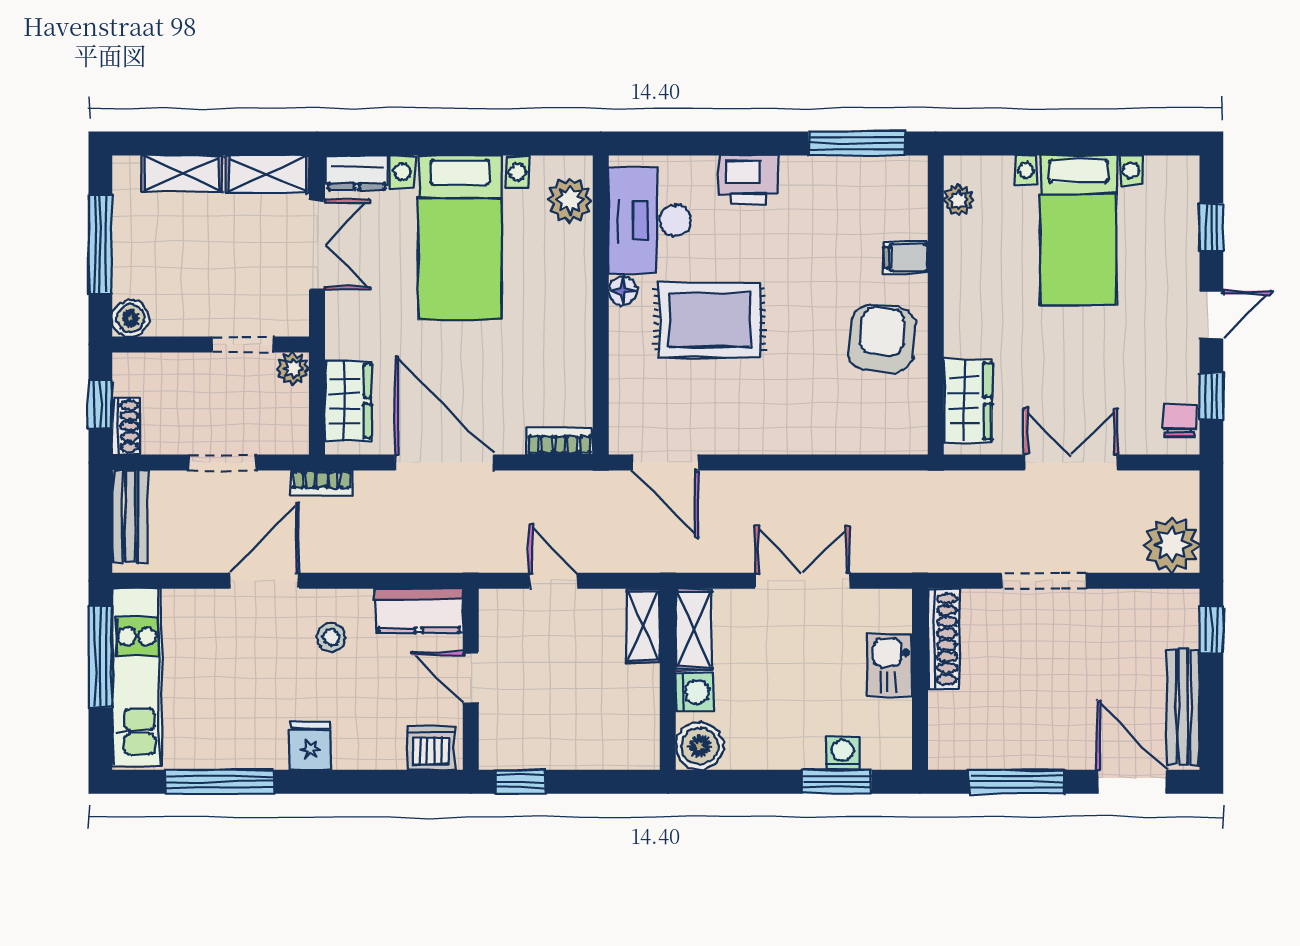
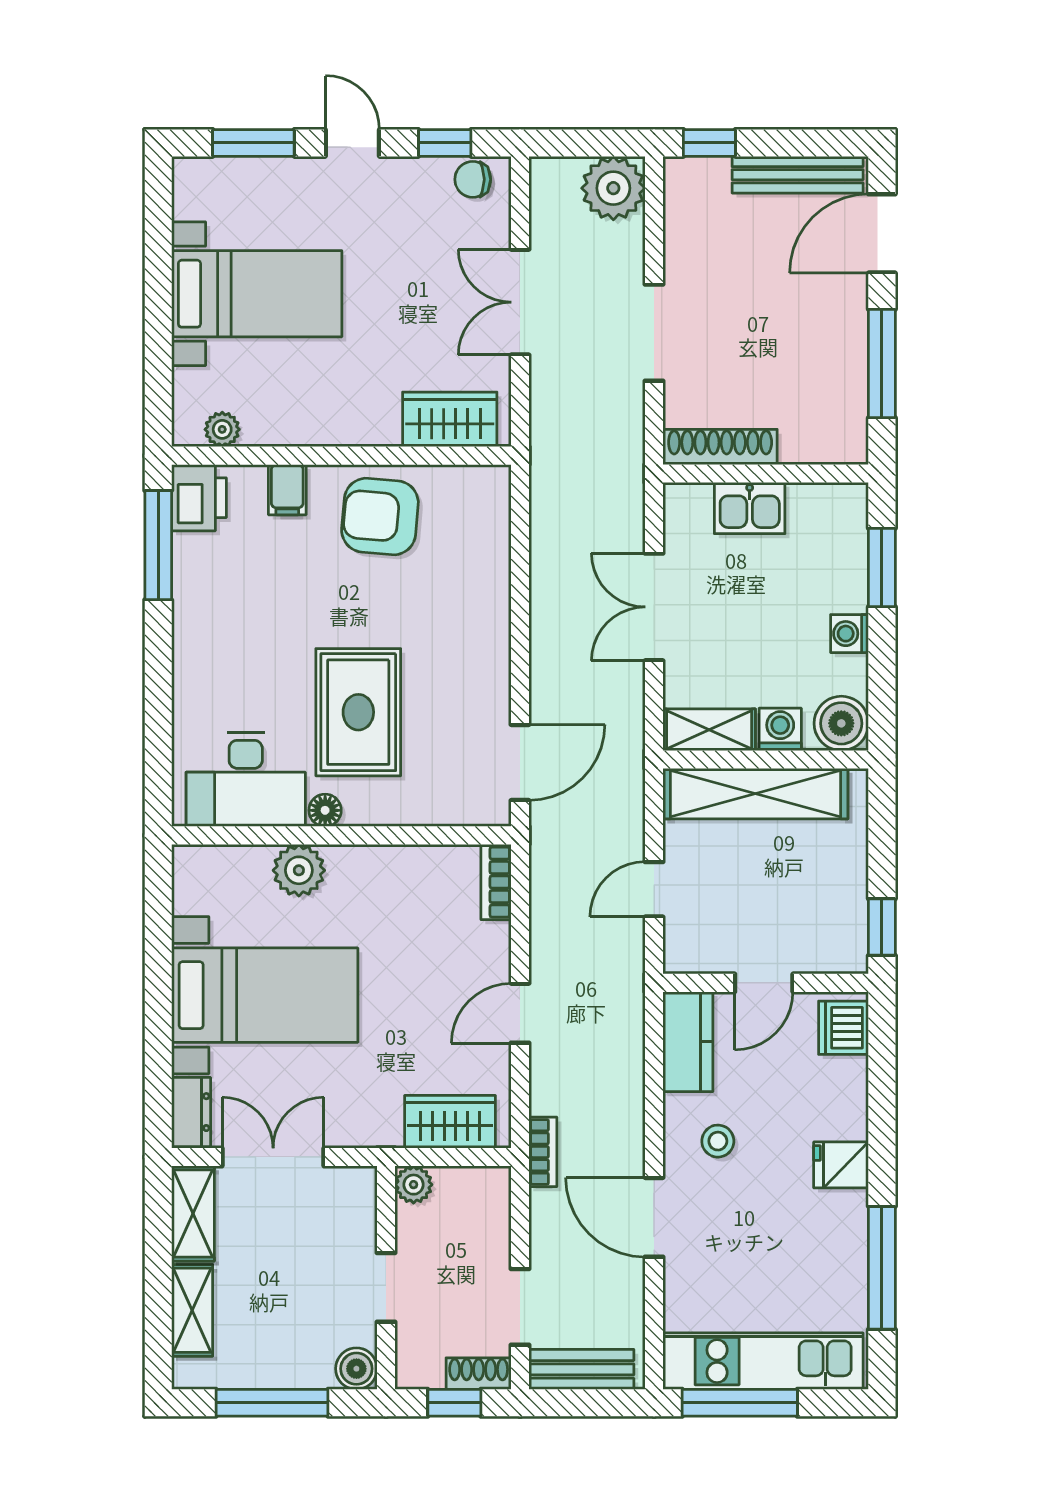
printer: (748, 179) -> (199, 498), moved
plant: (570, 200) -> (299, 870), moved
window: (1211, 227) -> (253, 143), width x1.50
doorway: (243, 344) -> (386, 1287), moved
doorway: (223, 463) -> (520, 1307), moved
door: (444, 463) -> (520, 1013), width x0.53
shelving: (643, 626) -> (755, 794), width x2.20, depth x1.33
washing machine: (842, 753) -> (850, 634), moved

